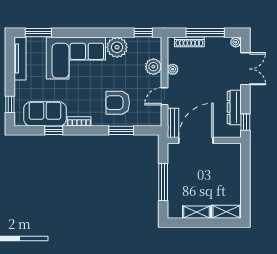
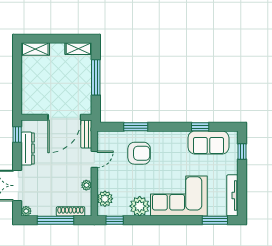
plant: (153, 67) -> (105, 199), moved
bookcase: (79, 121) -> (176, 135), removed
shelving: (197, 212) -> (78, 49), moved

